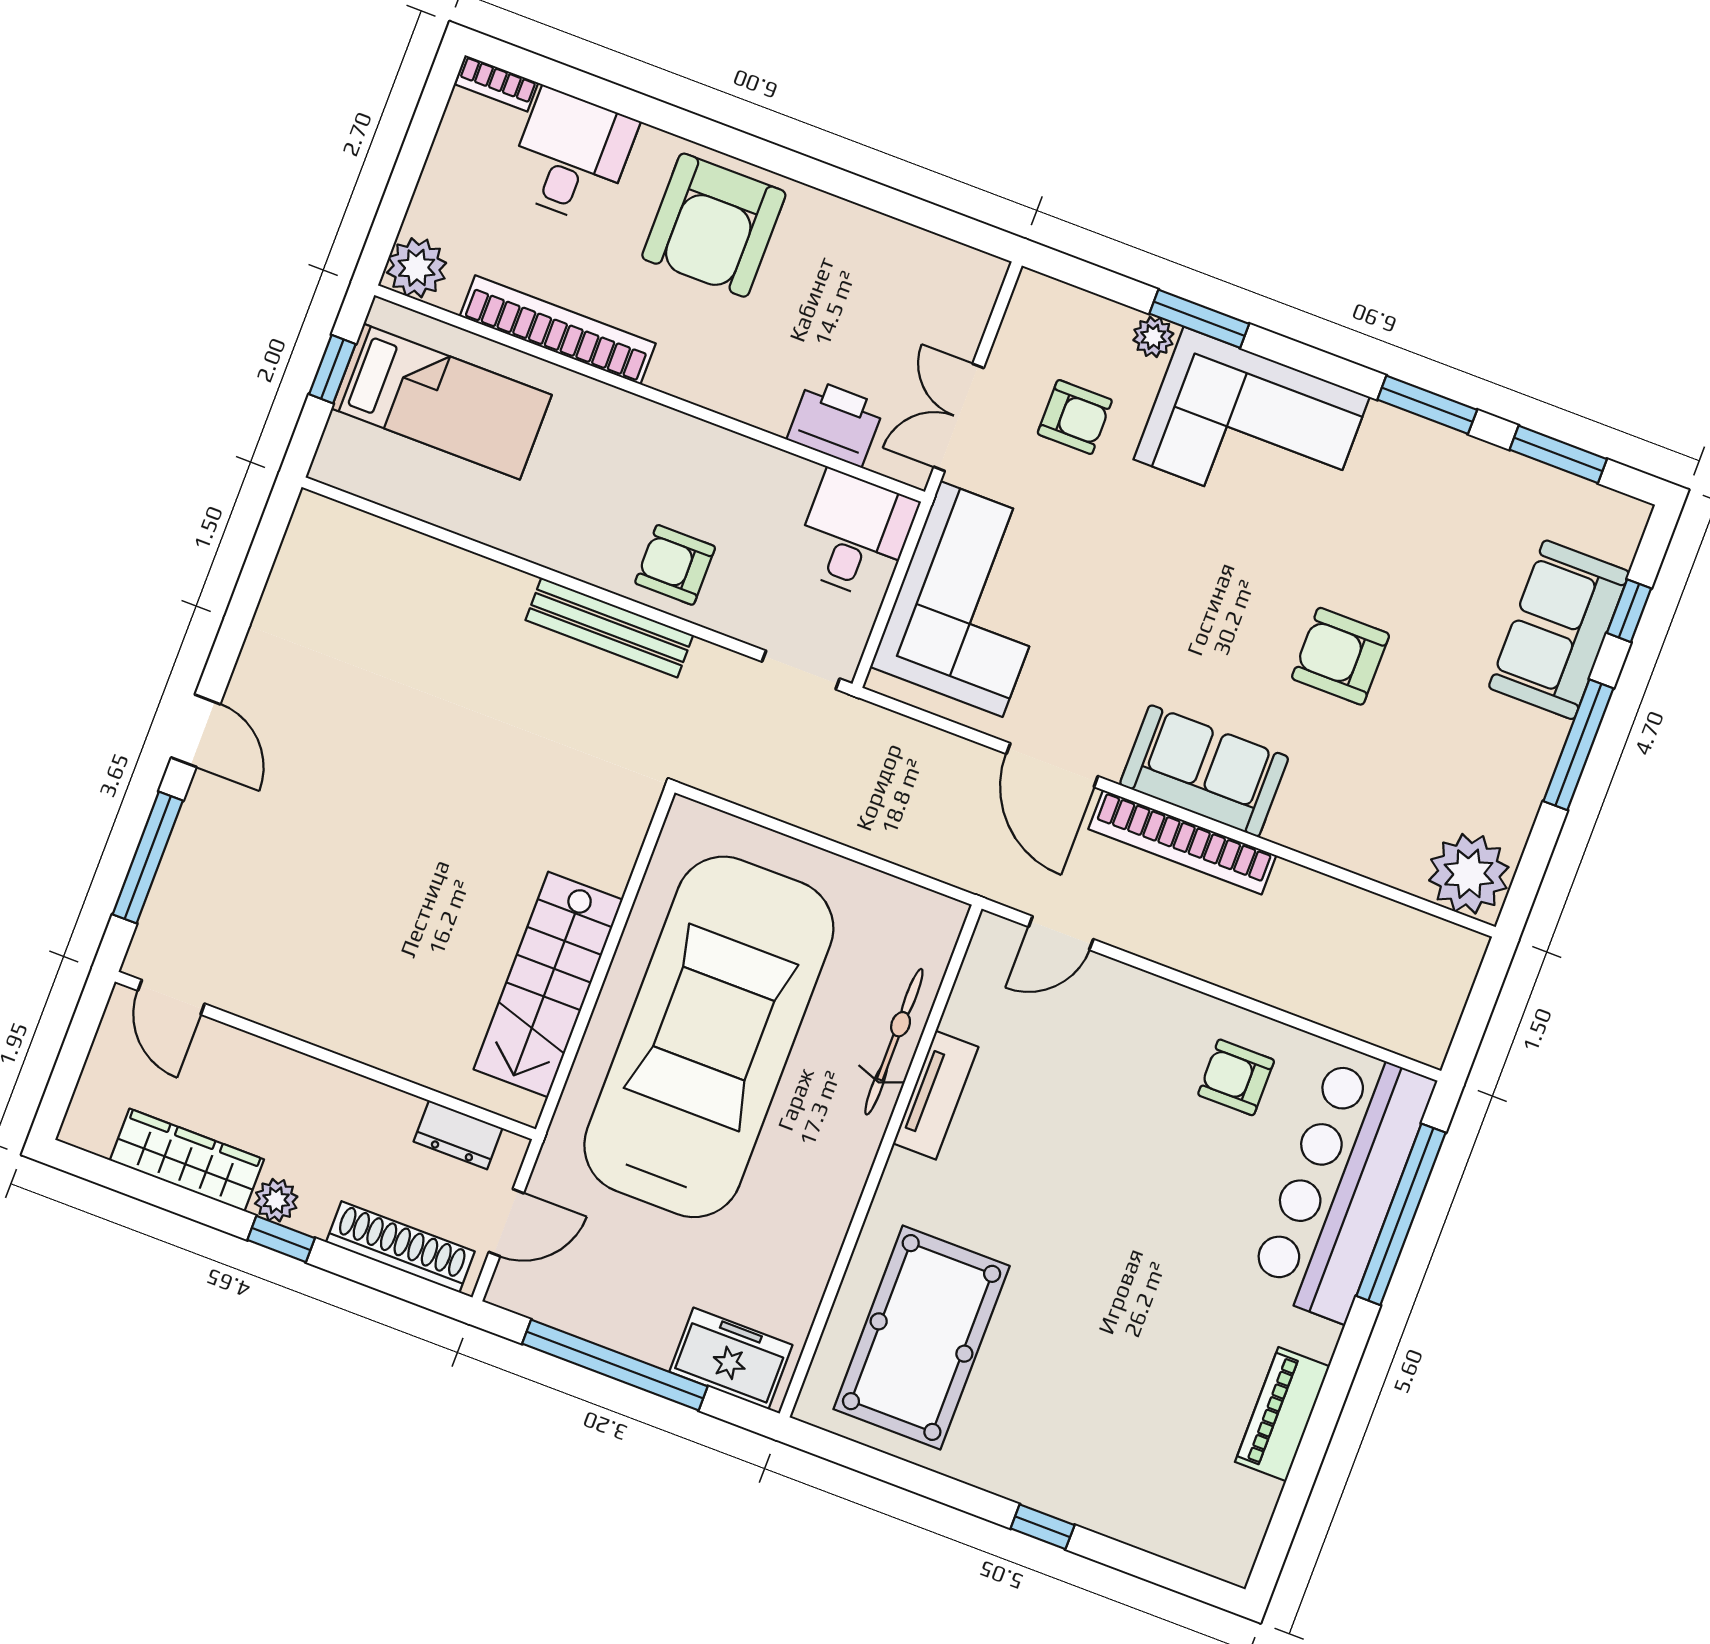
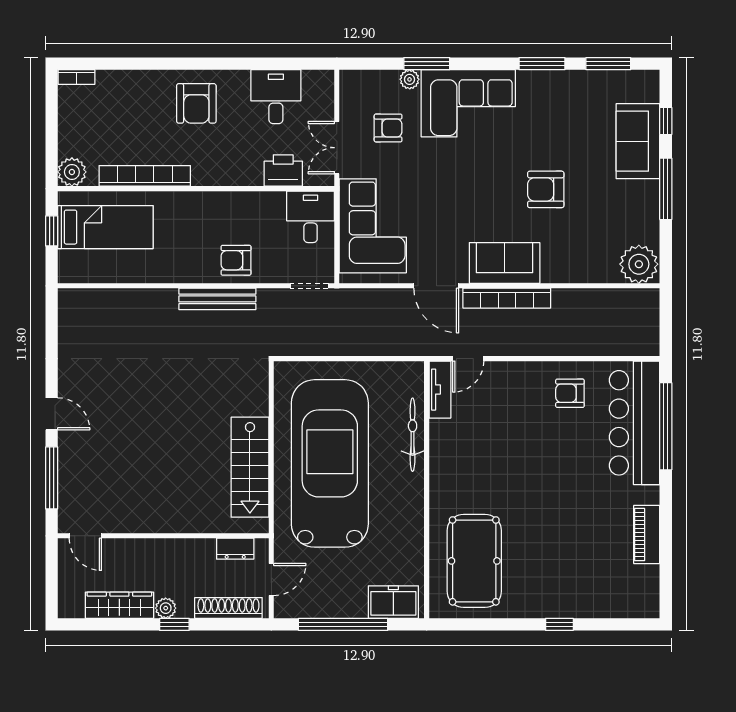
desk: (572, 156) -> (276, 97), moved
armchair: (714, 225) -> (196, 103), width x0.73, depth x0.73
tv unit: (936, 1095) -> (440, 390), moved

